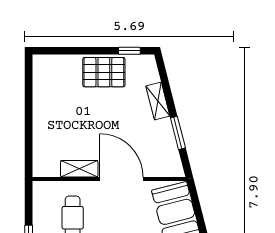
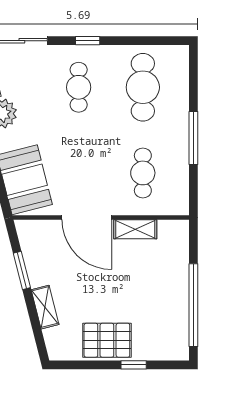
window: (129, 51) -> (134, 365), moved
window: (29, 103) -> (193, 305), added

